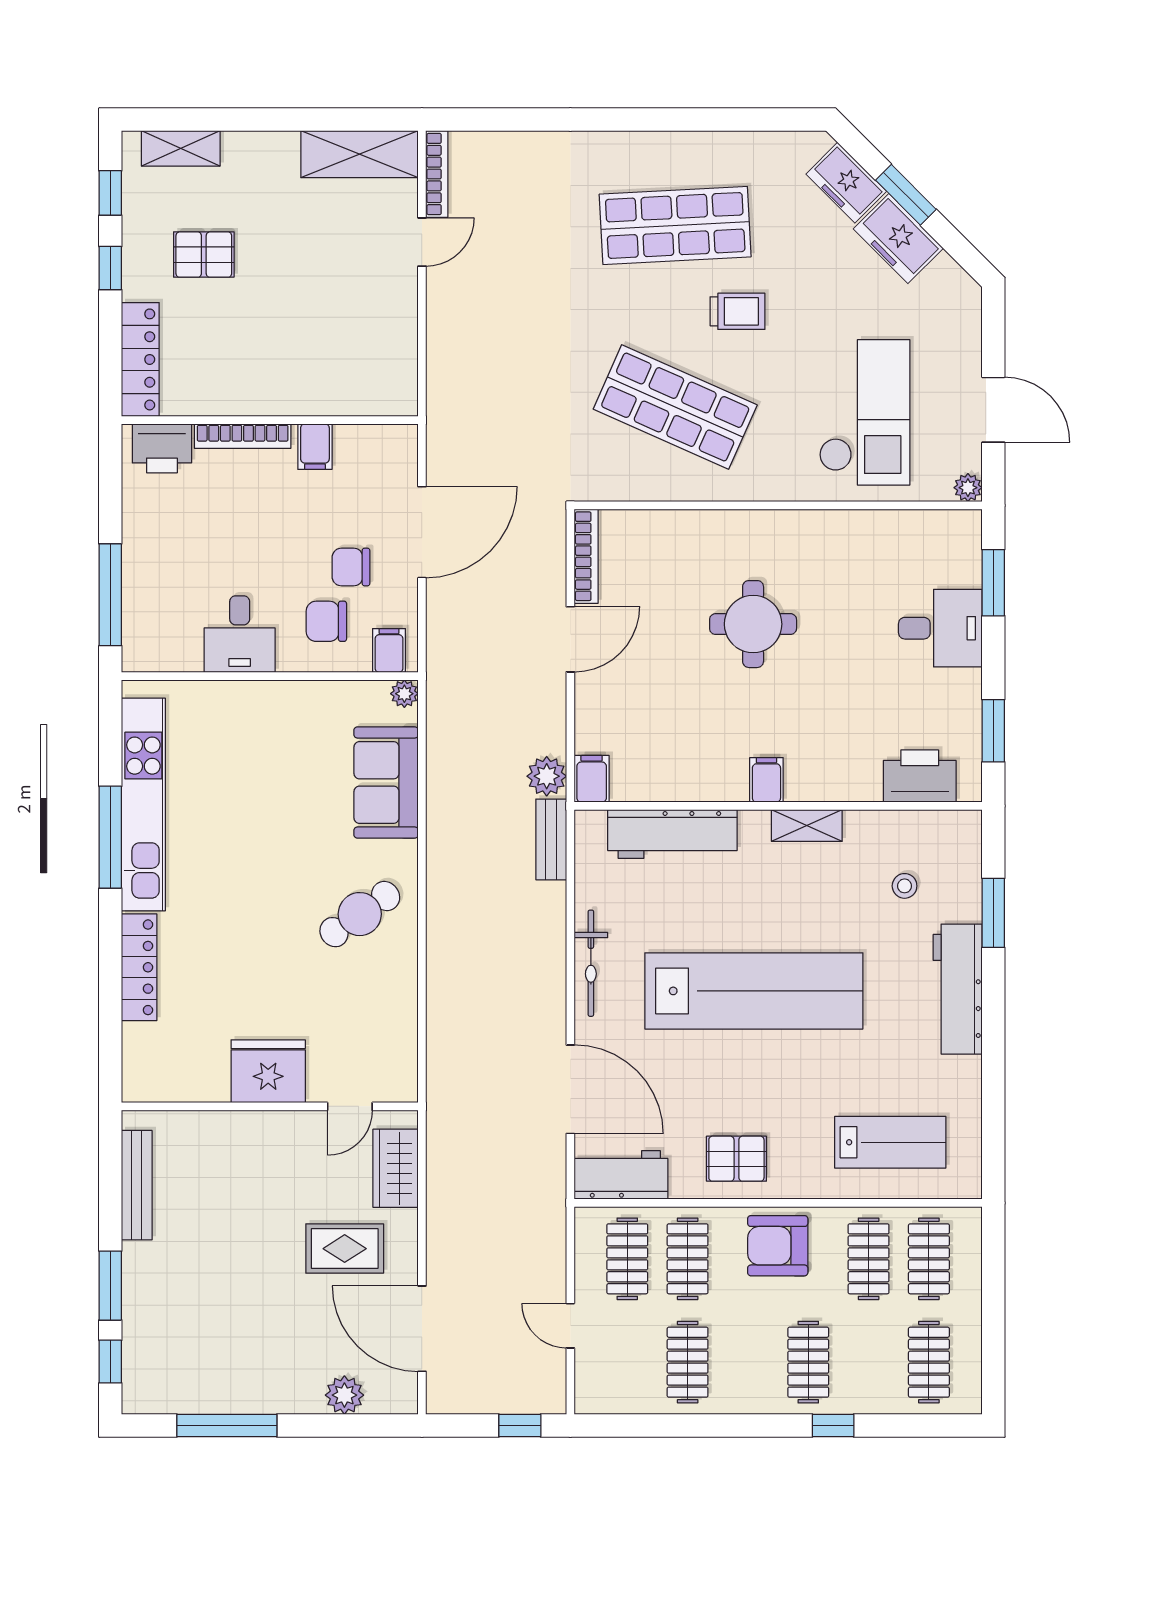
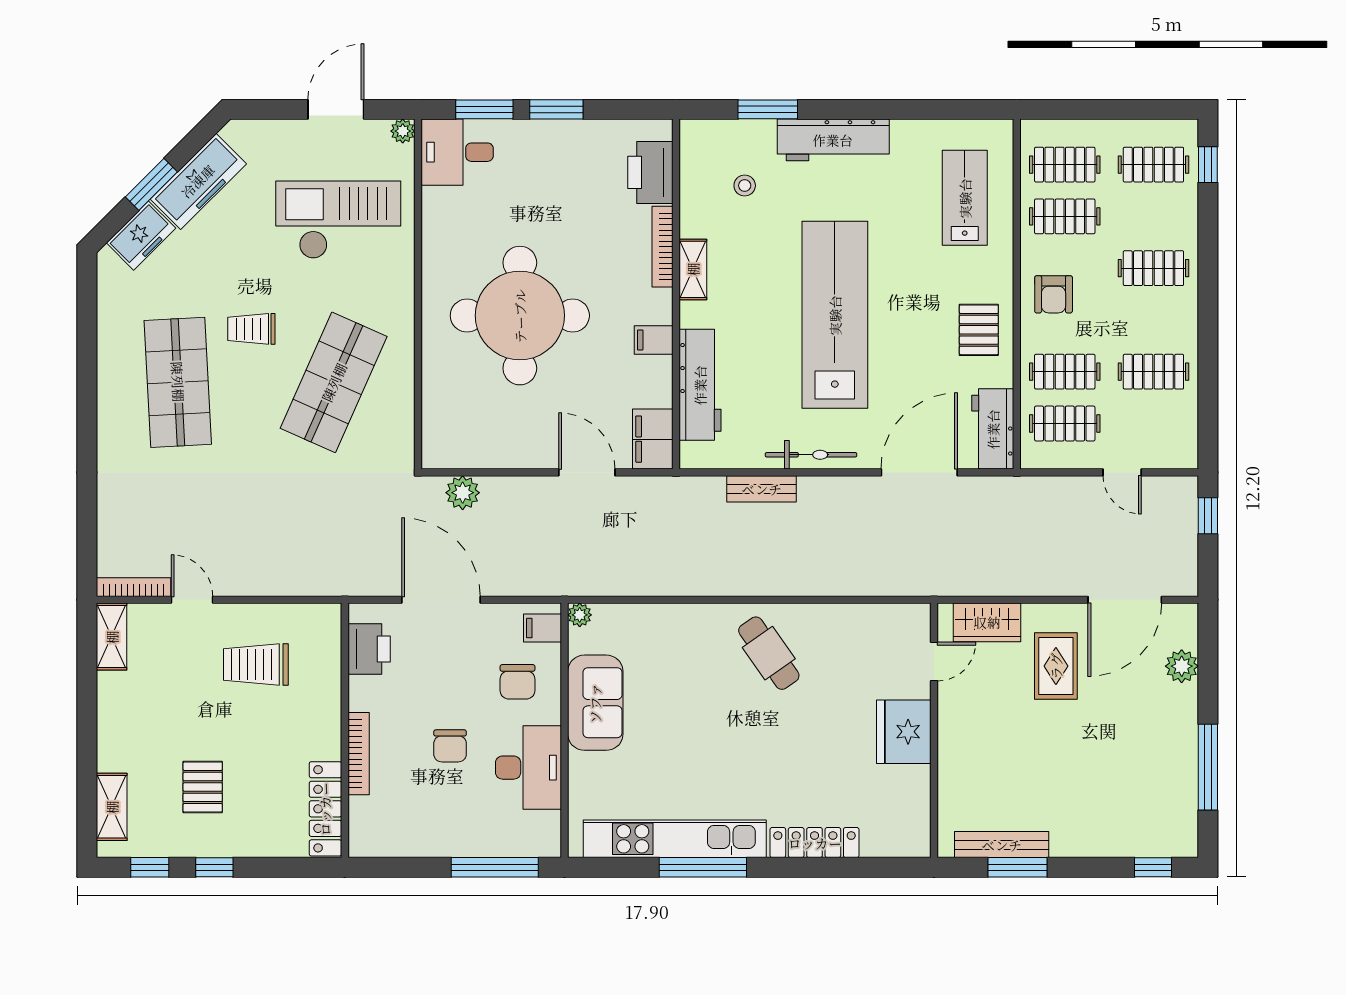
shelving: (360, 154) -> (112, 637), width x0.67, depth x0.75
freezer: (898, 239) -> (198, 181), width x1.40
trolley: (737, 311) -> (251, 329), turned -90
trolley: (347, 317) -> (256, 664), added
locker: (140, 359) -> (325, 809), moved, turned -90
filing cabinet: (315, 447) -> (368, 692), removed
printer: (162, 448) -> (369, 649), moved
bookcase: (586, 556) -> (662, 247), moved, turned -90
chair: (351, 567) -> (450, 746), moved
round table: (753, 624) -> (520, 316), width x1.86, depth x1.86
desk: (940, 628) -> (457, 152), moved, turned -90
desk: (240, 634) -> (528, 768), width x1.37
door: (570, 639) -> (587, 472), moved
window: (993, 731) -> (556, 109), moved
plant: (547, 776) -> (463, 493), moved
filing cabinet: (592, 779) -> (653, 439), width x2.00
filing cabinet: (766, 780) -> (654, 340), moved
sofa: (386, 782) -> (595, 703), moved, turned -90
bench: (551, 839) -> (762, 489), moved
door: (350, 1106) -> (934, 662), hinge flipped
armchair: (778, 1246) -> (1054, 294), width x0.72, depth x0.72
window: (110, 1286) -> (1018, 867), moved
door: (570, 1326) -> (1122, 472), hinge flipped
window: (833, 1425) -> (1208, 165), moved

